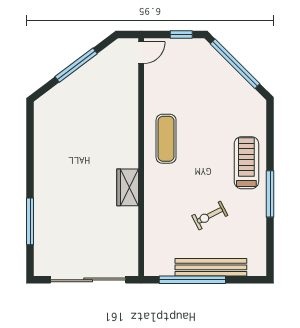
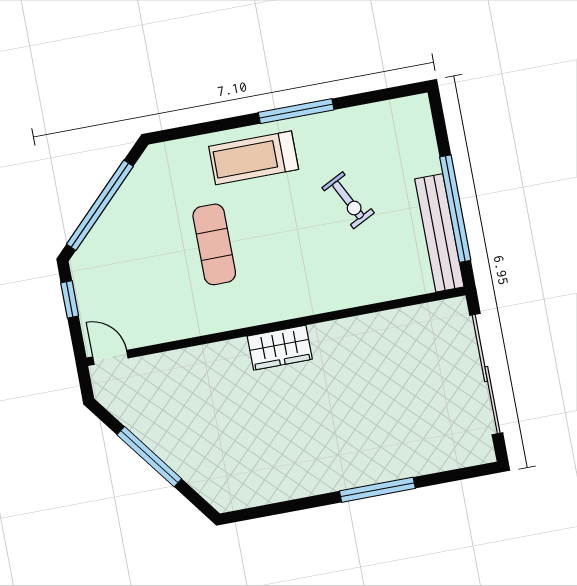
exercise mat: (166, 139) -> (214, 244), moved, turned 90
wardrobe: (128, 187) -> (280, 348), moved
window: (30, 221) -> (377, 490), moved
bench: (211, 267) -> (439, 233), moved

